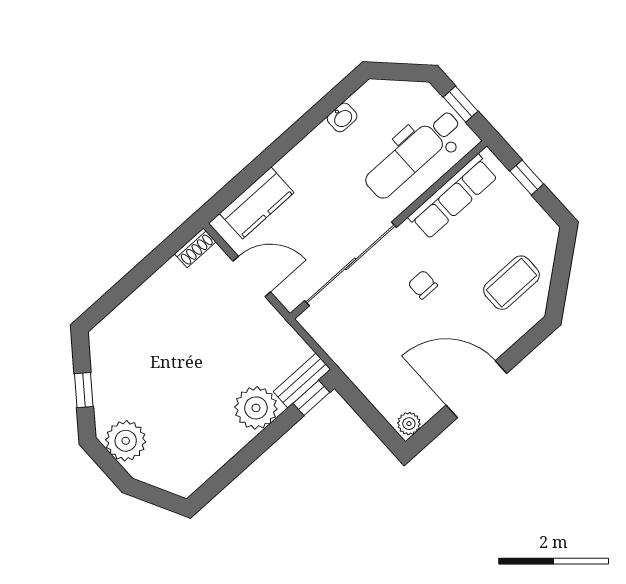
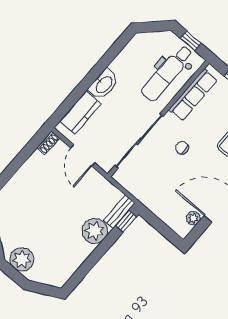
washbasin: (342, 117) -> (104, 84), moved, width x1.91, depth x1.45
door: (252, 276) -> (83, 155), swing flipped
plant: (409, 424) -> (193, 218), moved

